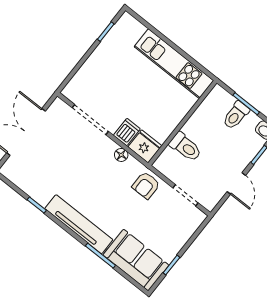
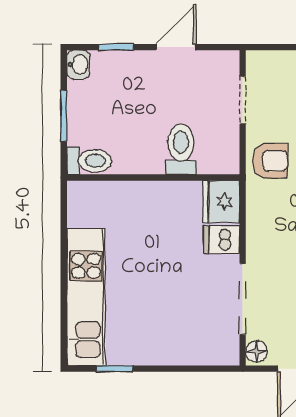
kitchen unit: (174, 64) -> (86, 297), moved
toilet: (236, 115) -> (89, 161), moved
floor lamp: (121, 155) -> (257, 351), moved

